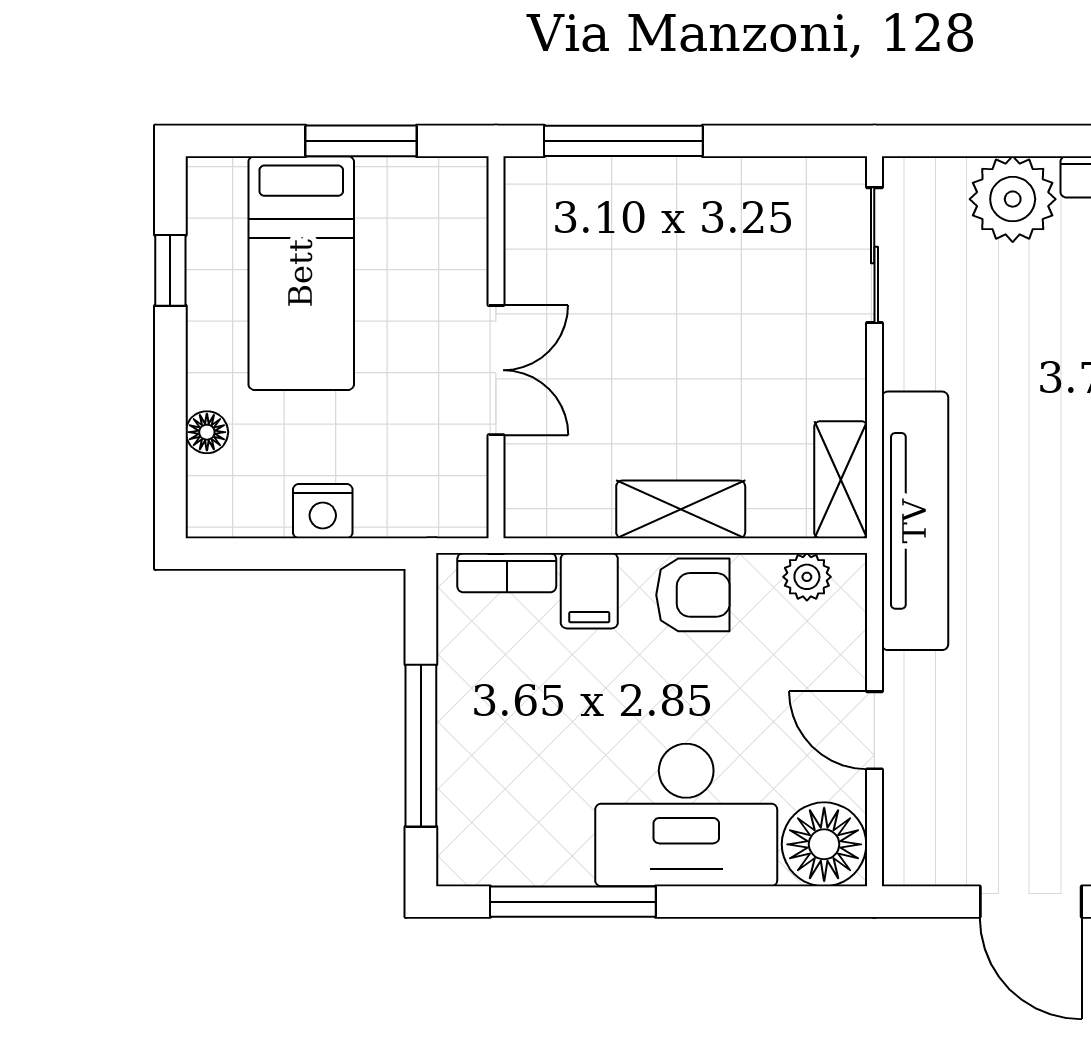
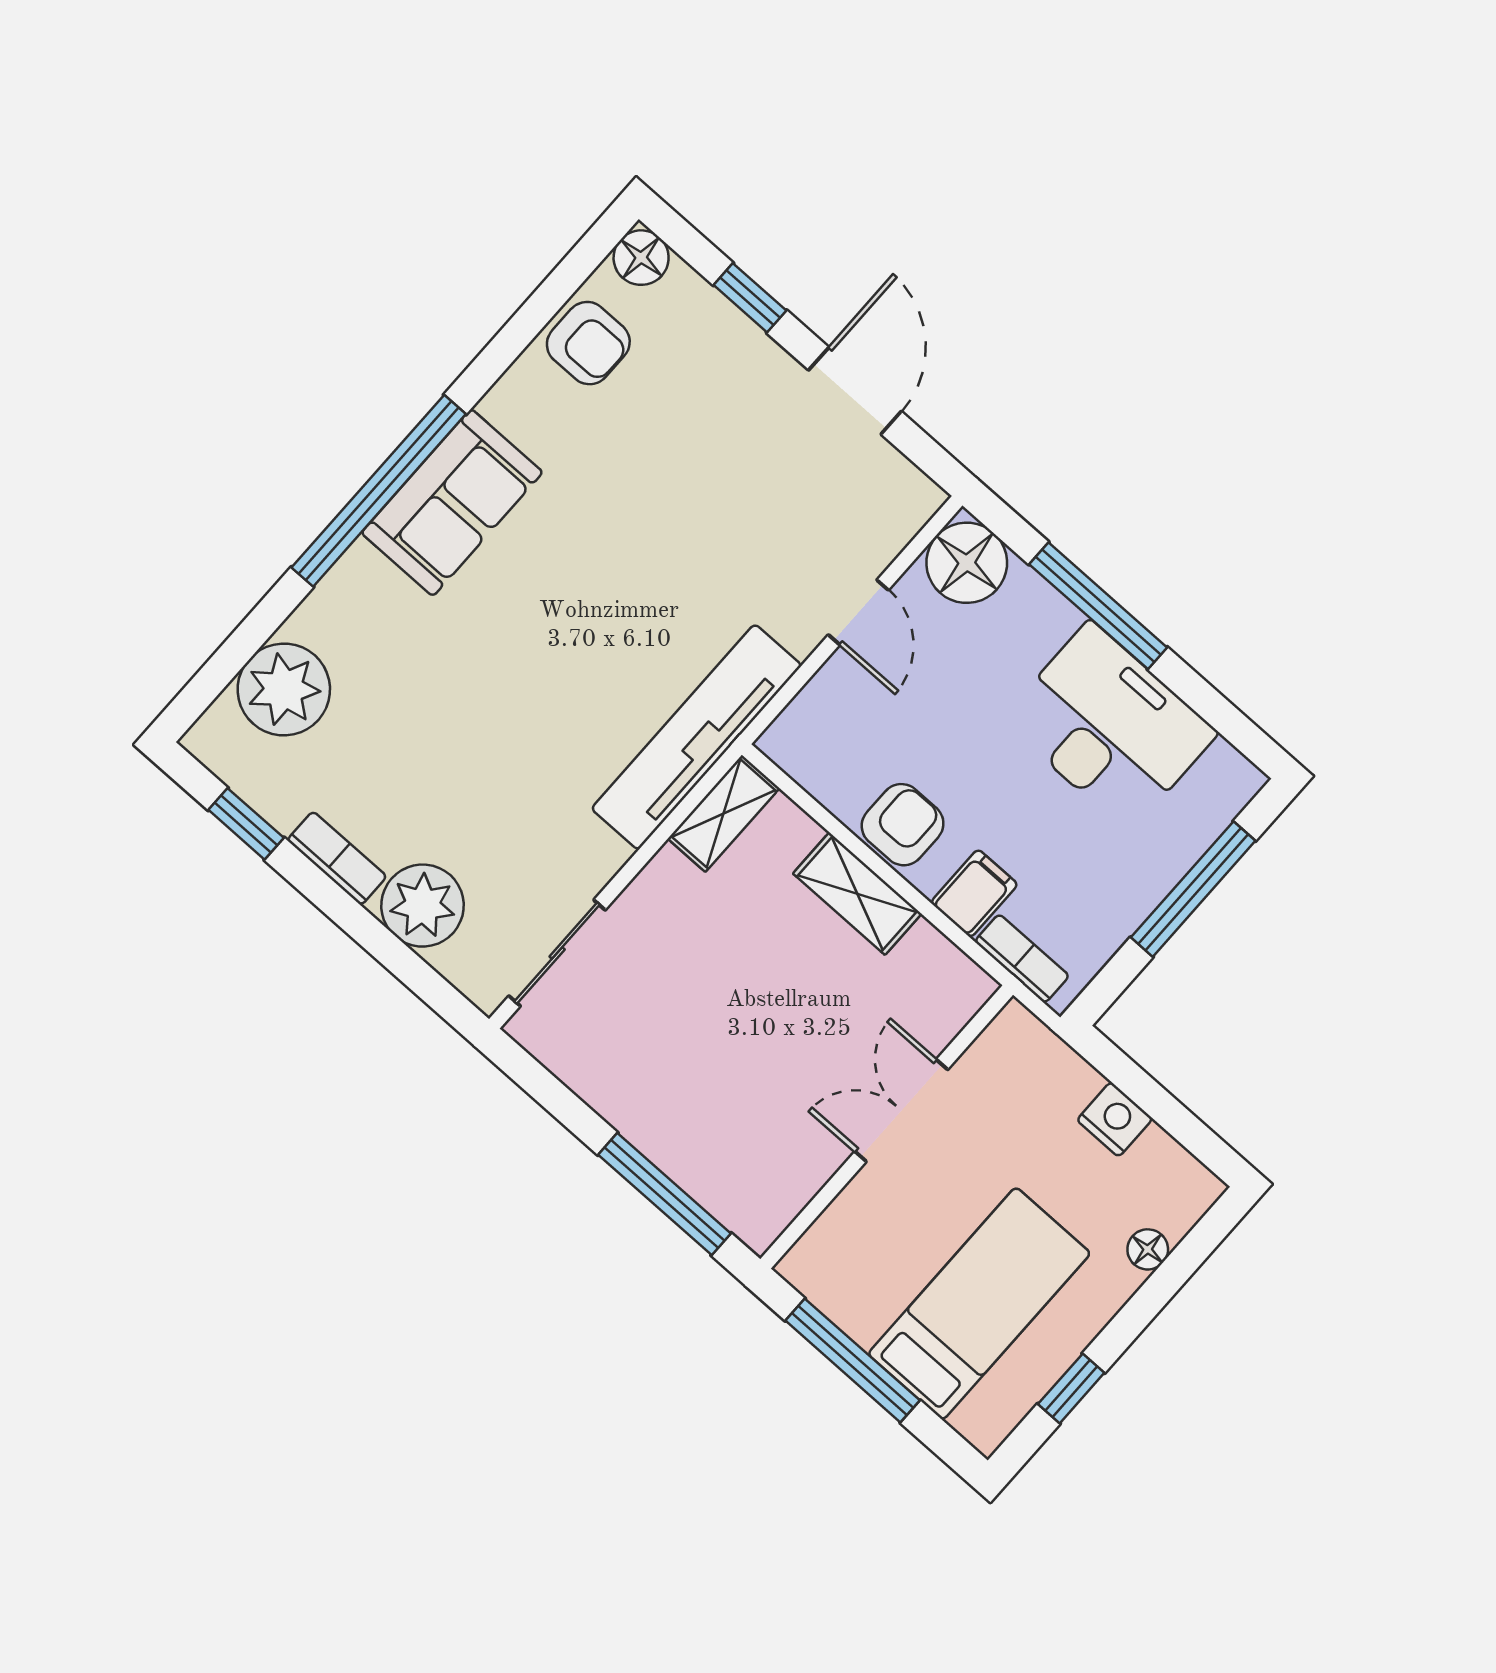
window: (361, 141) -> (853, 1360), width x1.44
plant: (807, 577) -> (809, 765), removed
armchair: (693, 595) -> (903, 825), turned 90
desk: (686, 815) -> (1109, 726), moved
window: (573, 902) -> (1098, 606), moved

